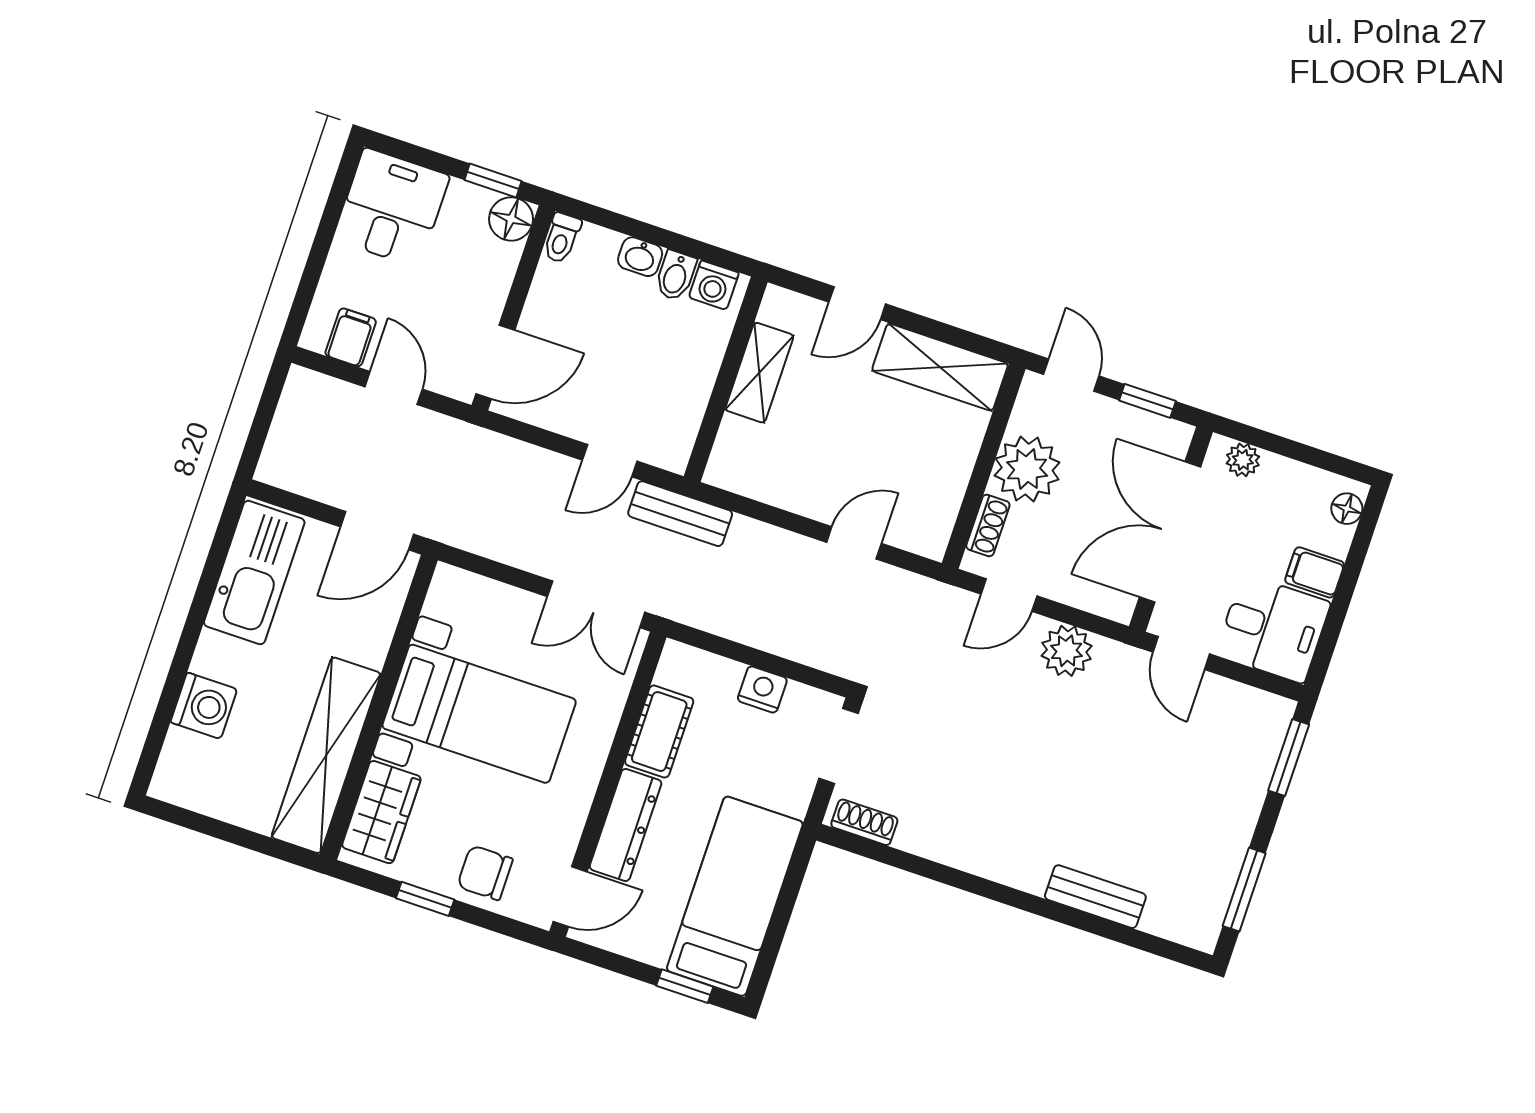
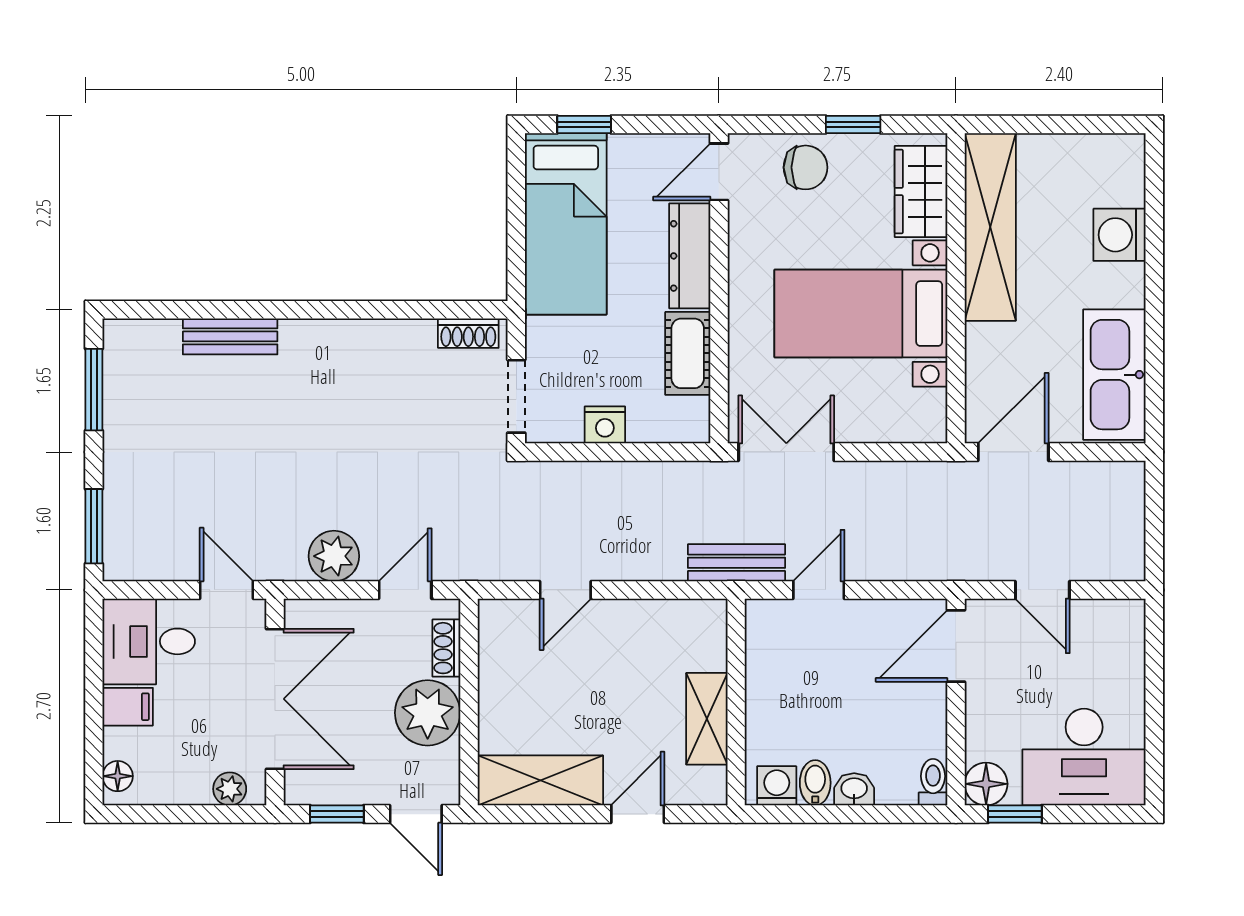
desk: (392, 208) -> (1084, 757), width x1.37
filing cabinet: (351, 337) -> (1098, 624), removed

